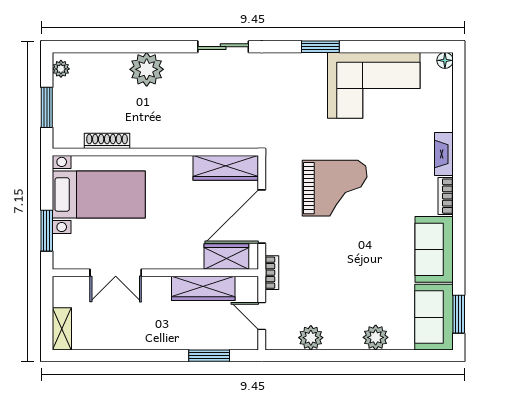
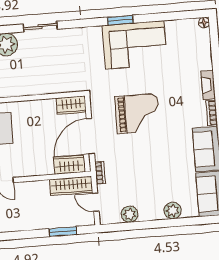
sliding door: (223, 47) -> (40, 27), moved
corner sofa: (374, 85) -> (135, 45), moved
wardrobe: (226, 168) -> (71, 105), width x0.67
wardrobe: (203, 288) -> (71, 186), moved

